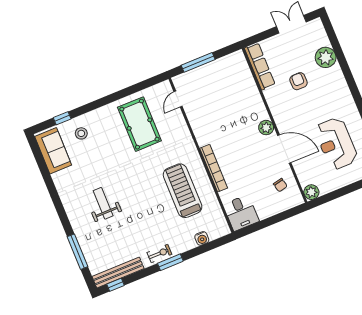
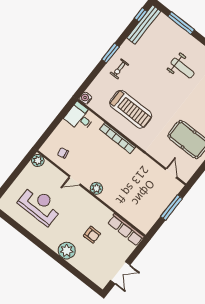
plant: (326, 57) -> (67, 251), moved
door: (284, 149) -> (75, 180), width x0.53
water cooler: (202, 238) -> (86, 98), moved
exercise bike: (159, 253) -> (119, 69), moved

